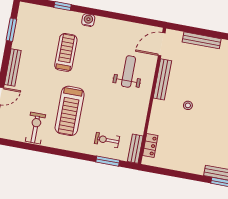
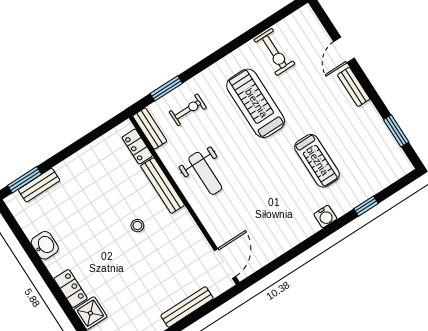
bench: (13, 68) -> (354, 87), width x0.73
weight bench: (128, 72) -> (205, 173), moved
bench: (162, 79) -> (163, 186), moved

